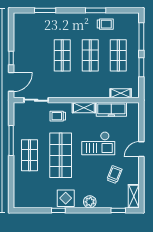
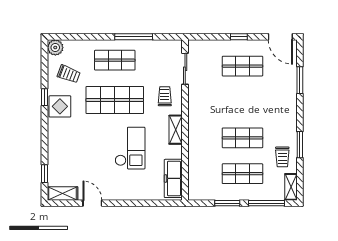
shop shelf: (62, 55) -> (242, 66), moved
door: (11, 82) -> (280, 37), moved
shelving: (121, 93) -> (291, 187), moved
freezer: (111, 109) -> (173, 178), moved
checkout: (98, 143) -> (130, 148), turned 180
door: (141, 149) -> (92, 203), moved
trolley: (114, 175) -> (69, 74), moved
plant: (90, 202) -> (55, 47), moved

